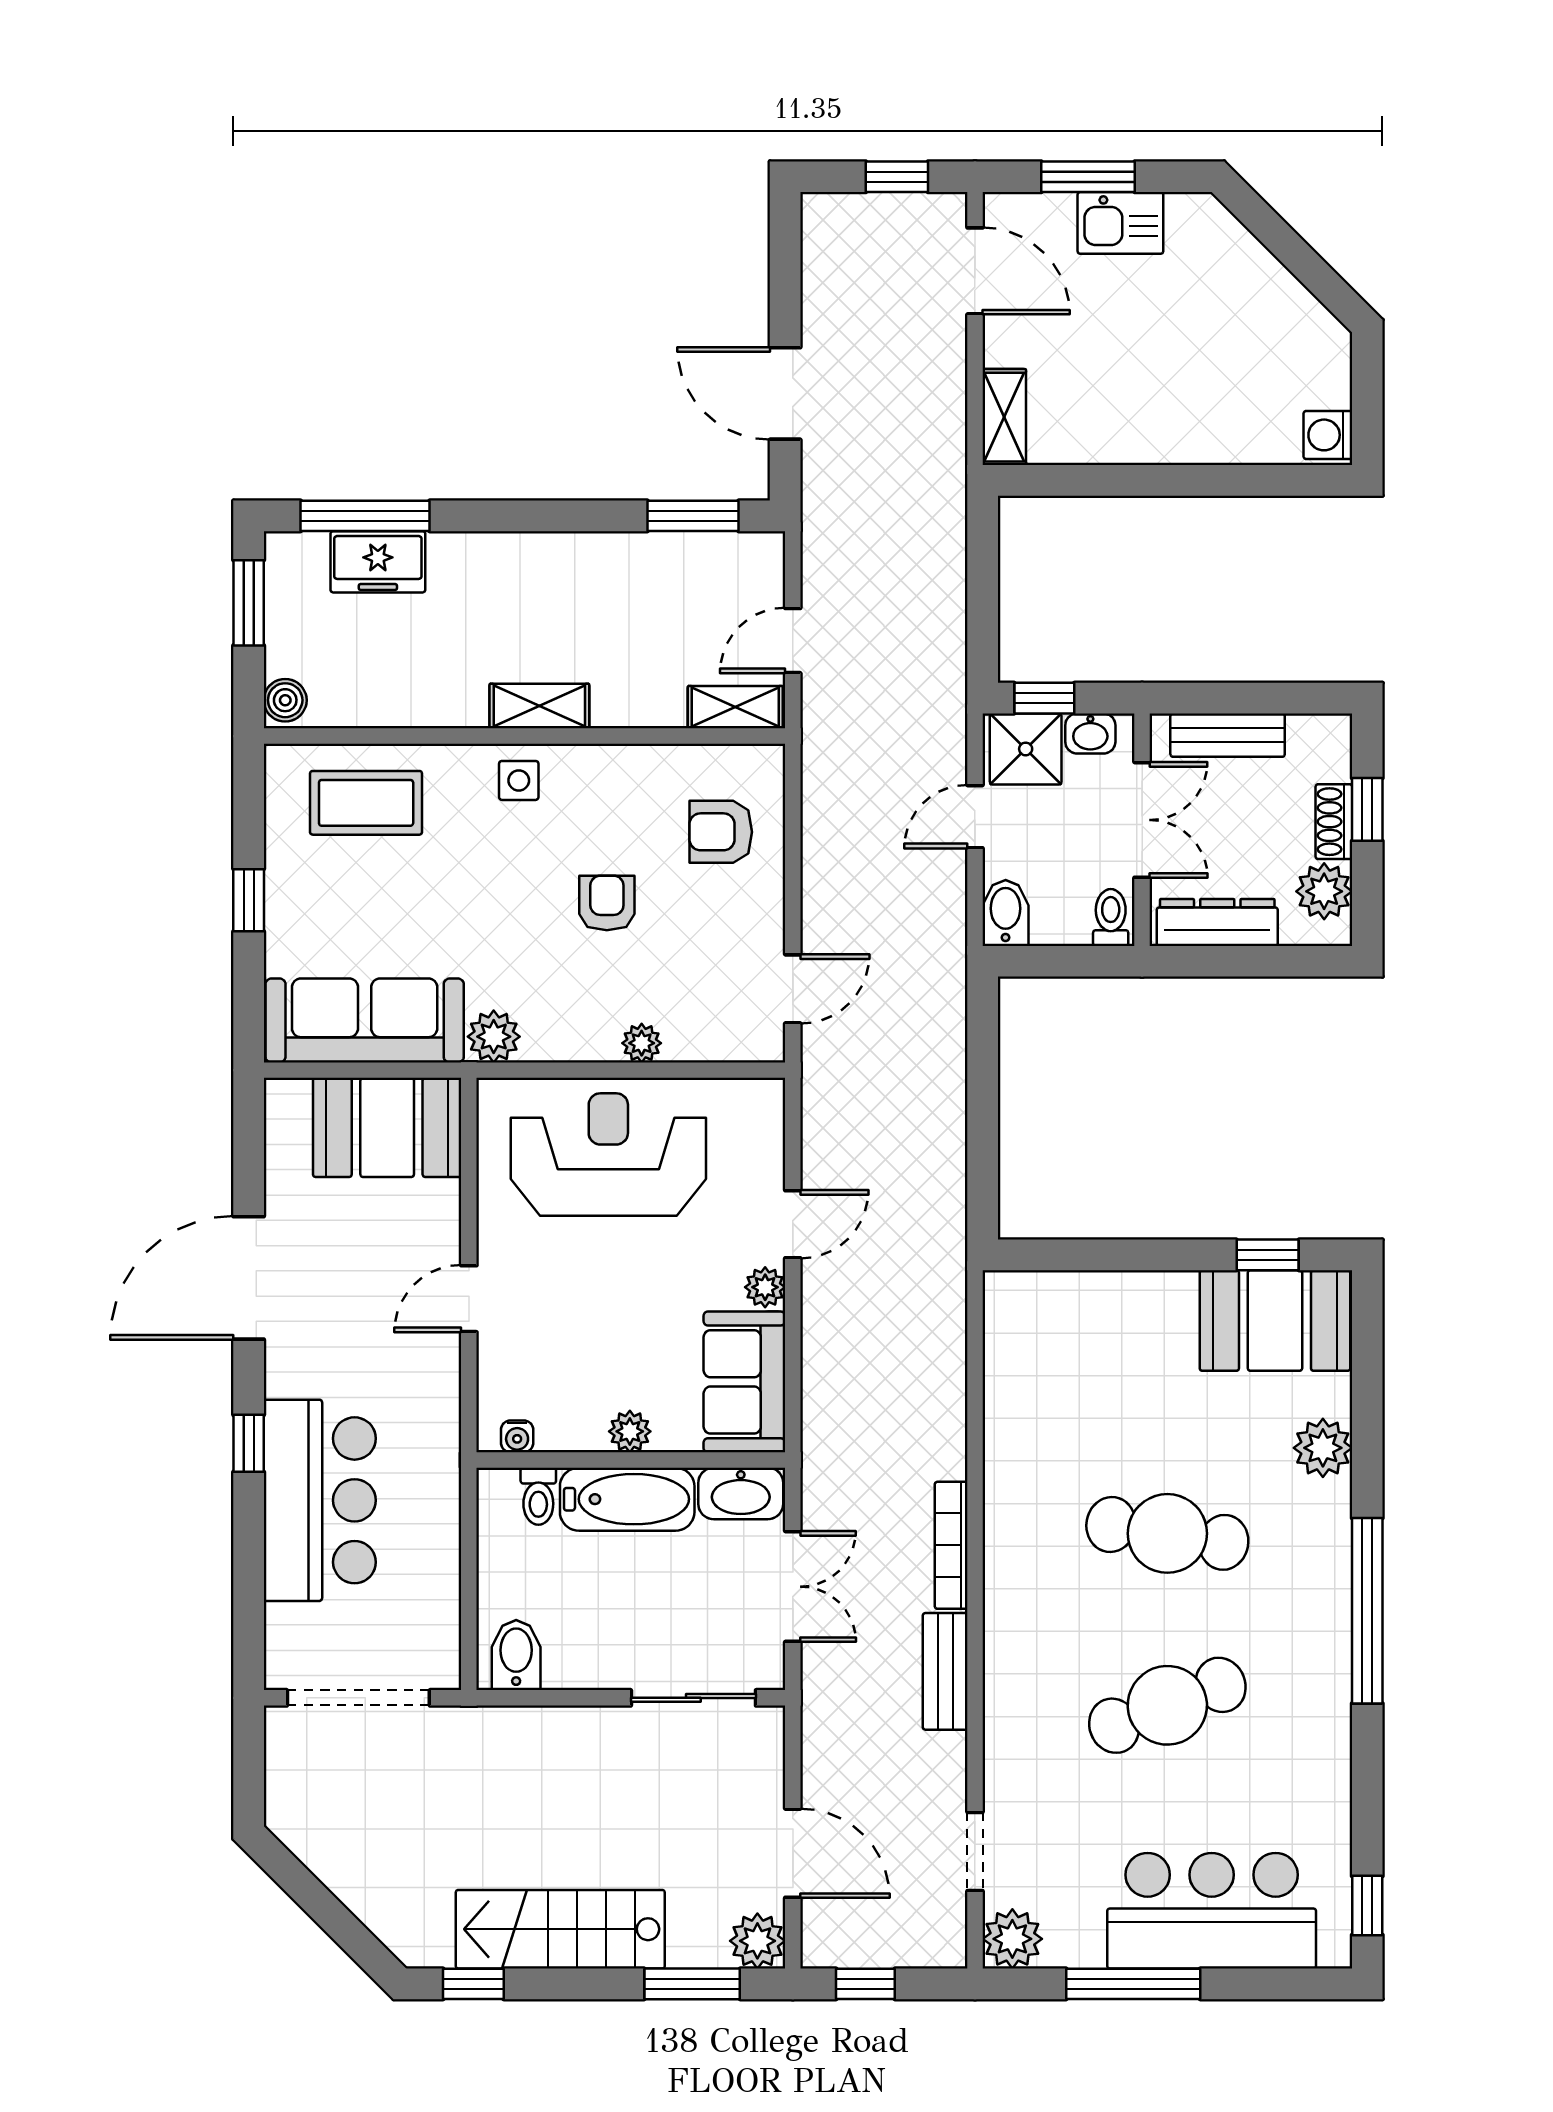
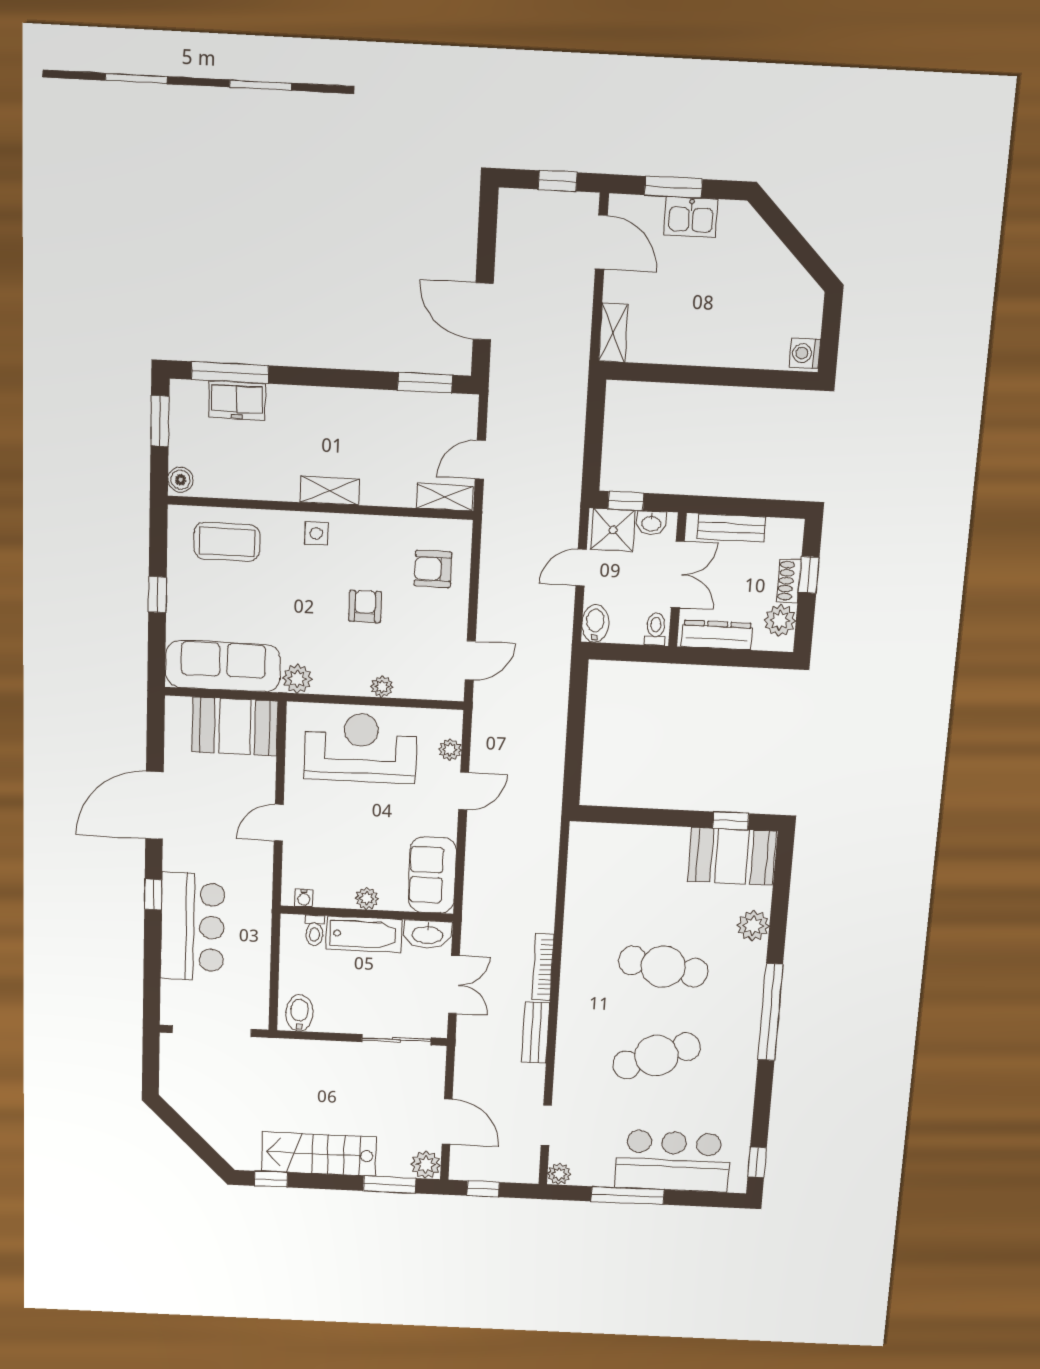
plant: (765, 1287) -> (450, 750), moved
plant: (1012, 1939) -> (559, 1174), width x0.73, depth x0.73

